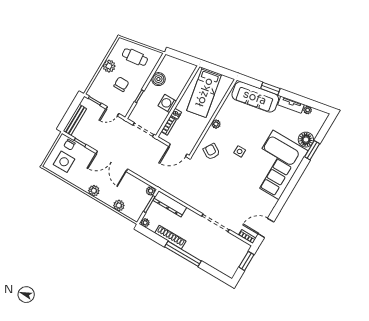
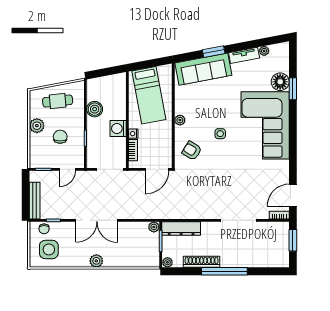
plant: (119, 206) -> (131, 261), removed

